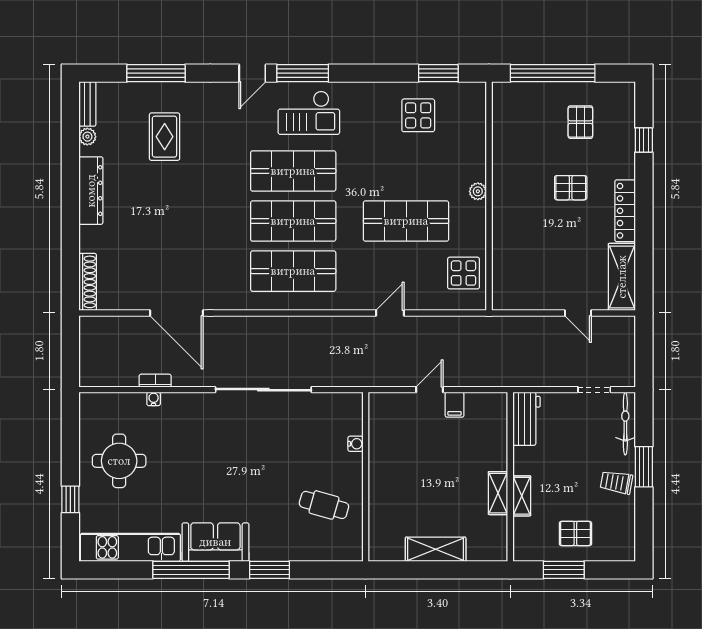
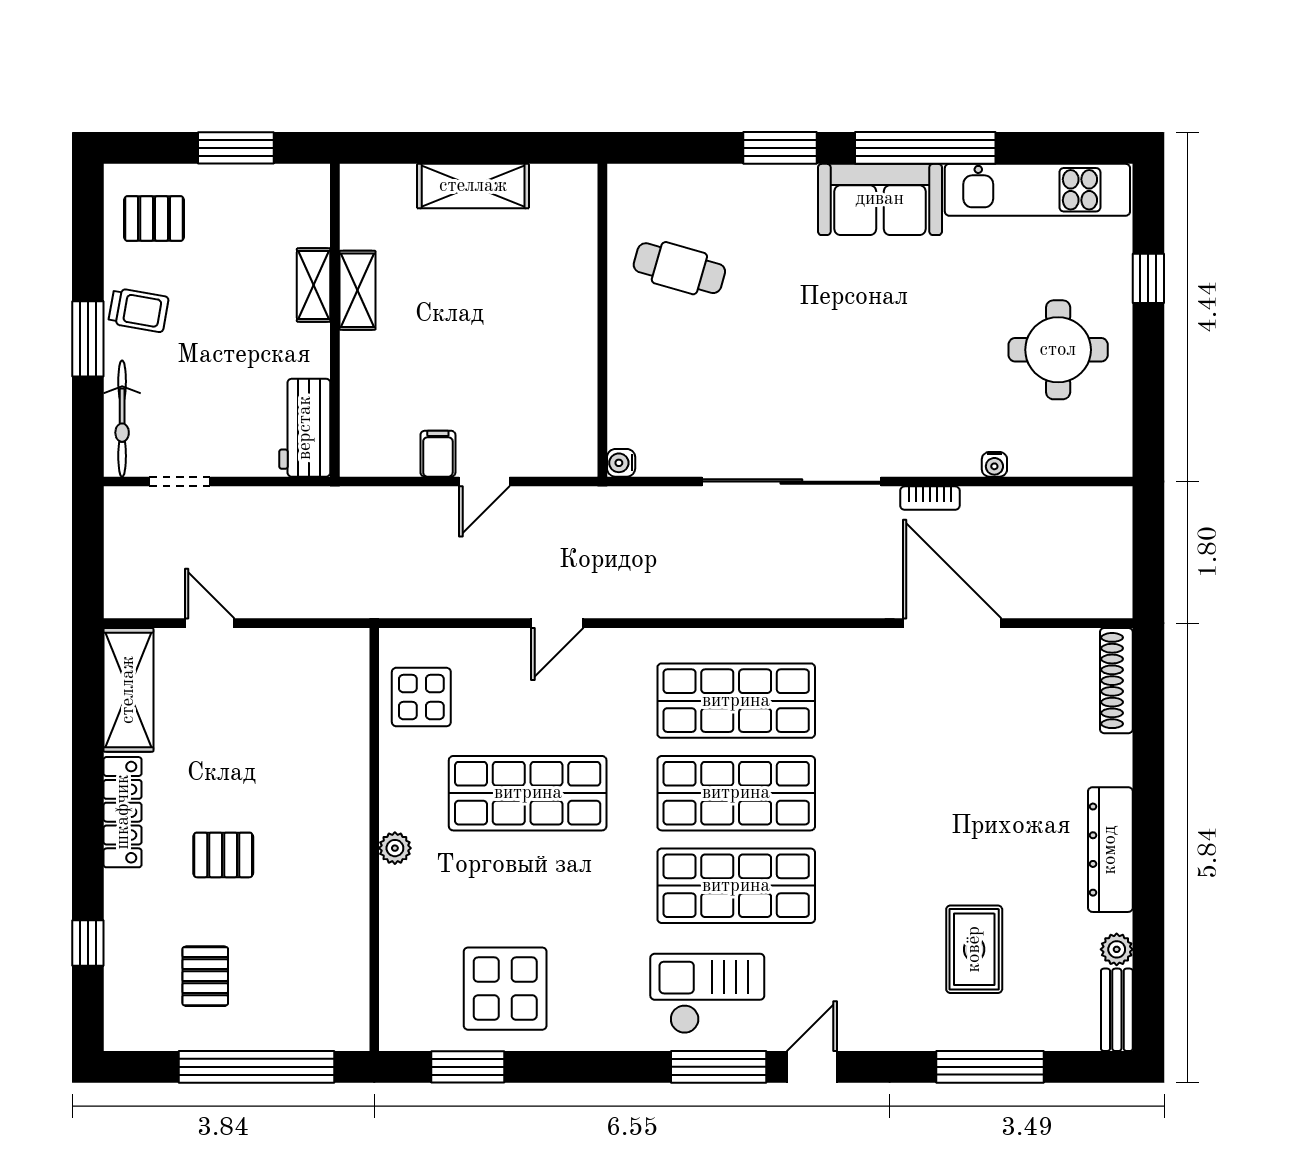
display table: (418, 115) -> (505, 989), width x1.36, depth x1.36
bookcase: (155, 381) -> (930, 498), moved
water cooler: (355, 444) -> (621, 463), moved
pallet: (575, 533) -> (154, 219), moved

